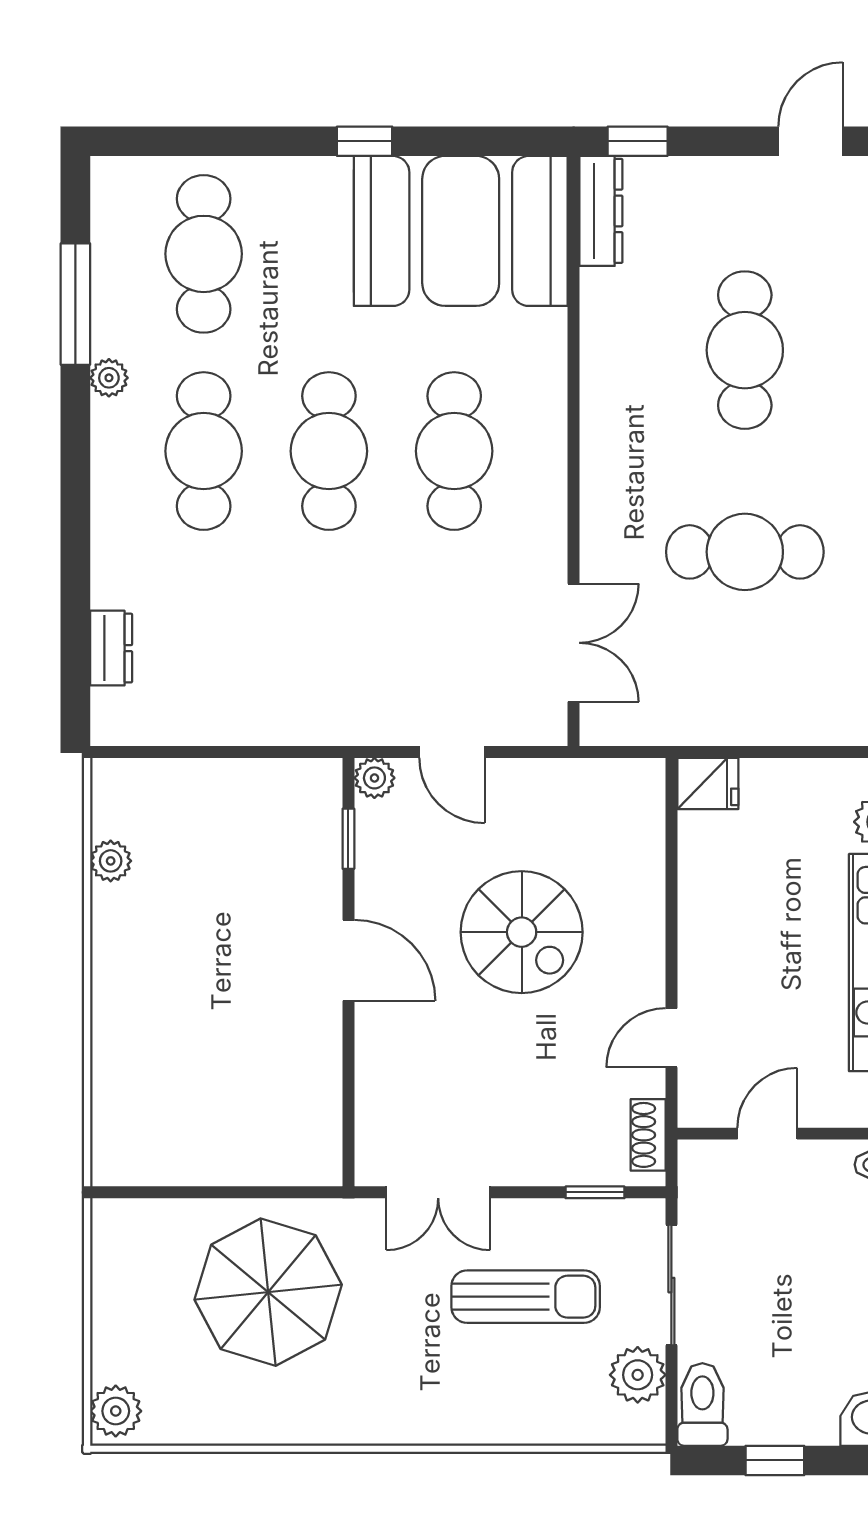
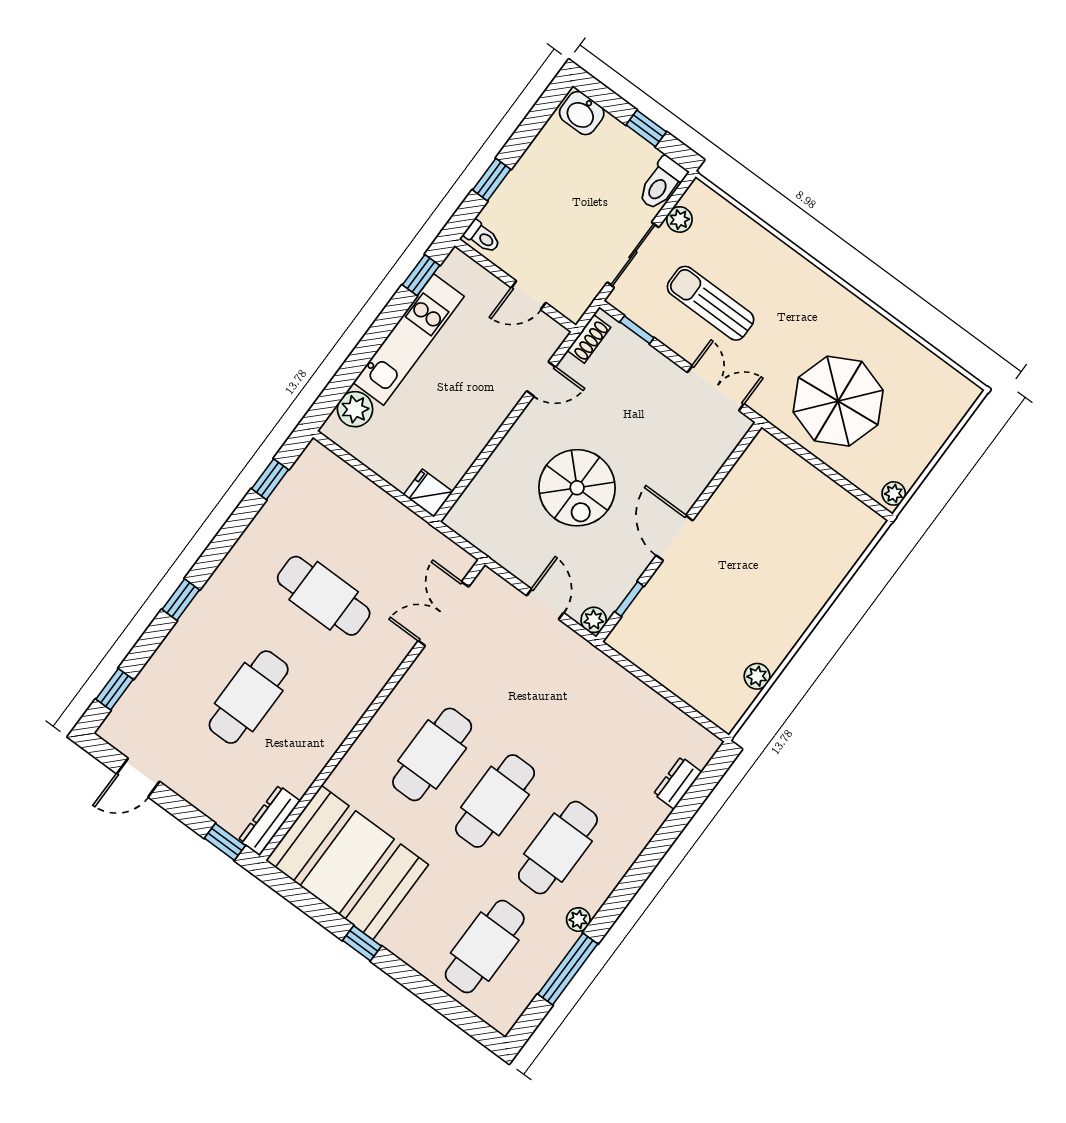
spiral stairs: (522, 932) -> (577, 488), turned 180
plant: (638, 1375) -> (679, 219), width x0.73, depth x0.73
plant: (116, 1411) -> (894, 493), moved, width x0.73, depth x0.73

